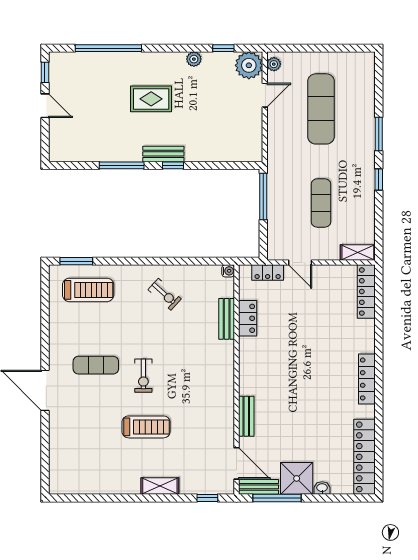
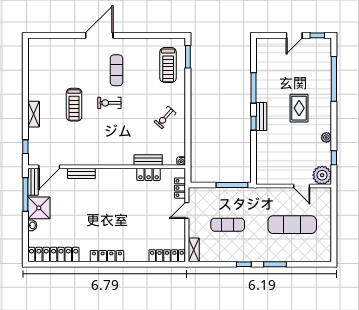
plant: (274, 64) -> (323, 192), removed

